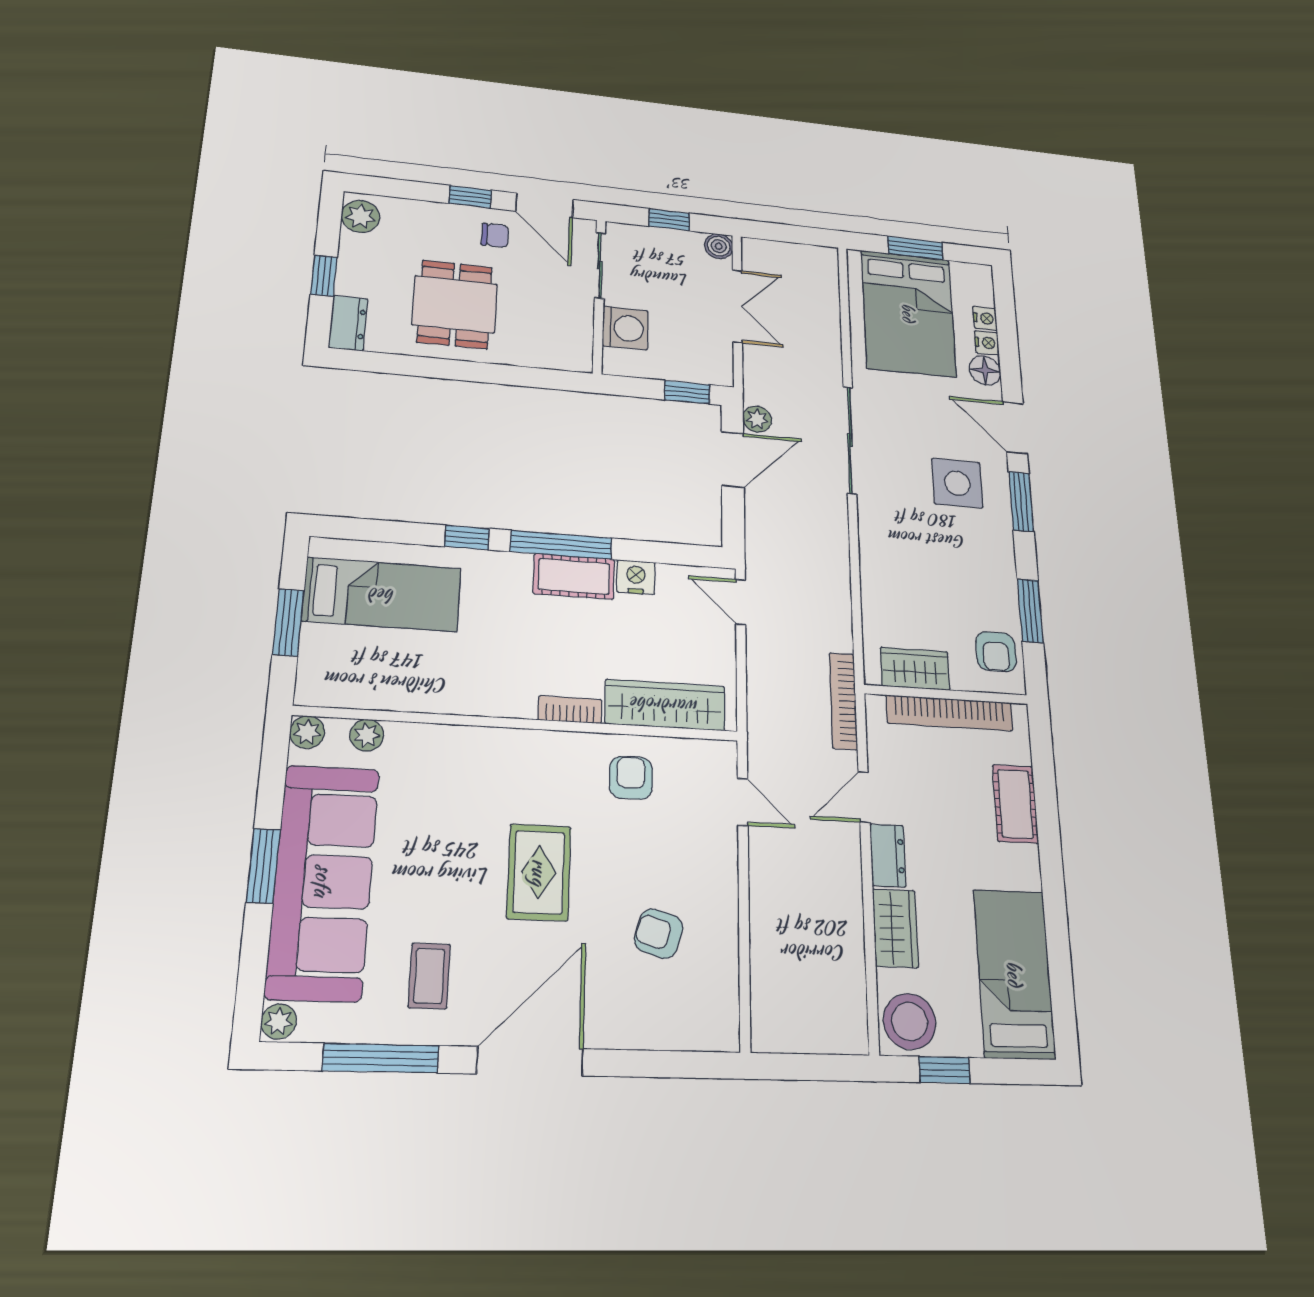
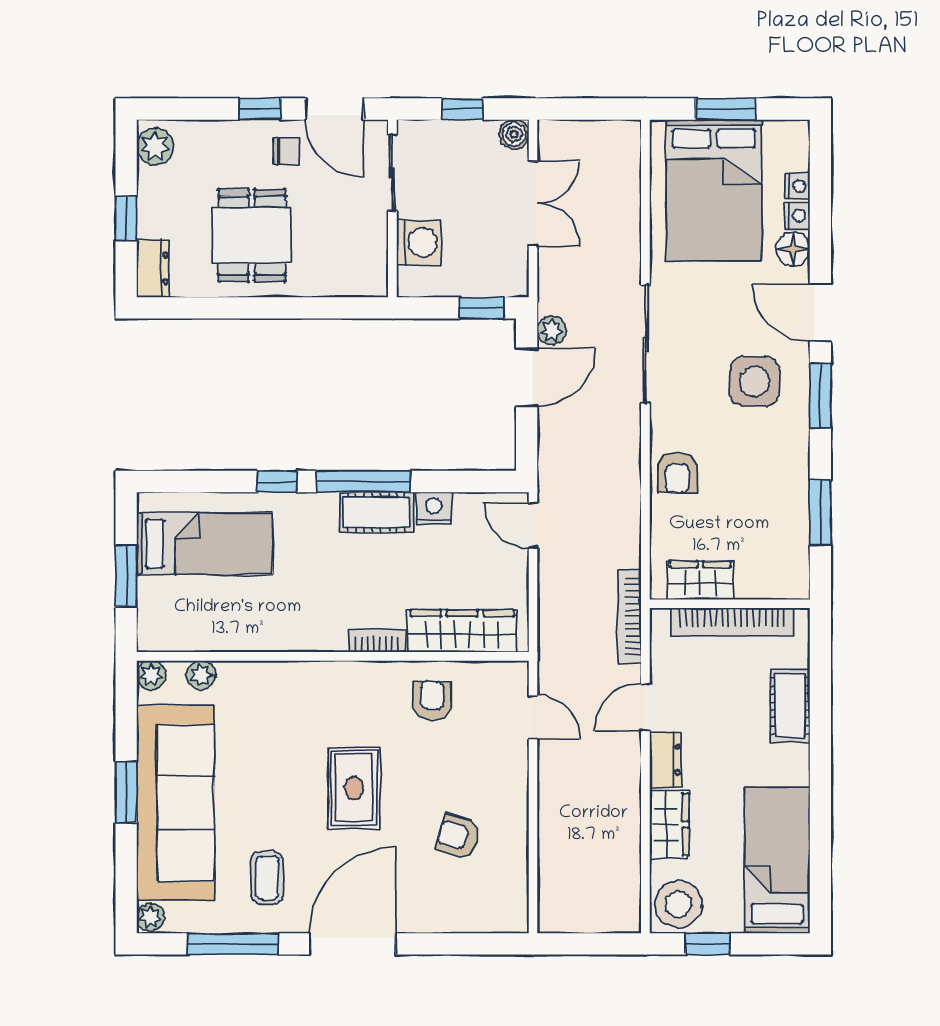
armchair: (996, 652) -> (677, 473), moved

